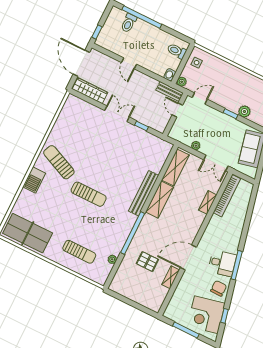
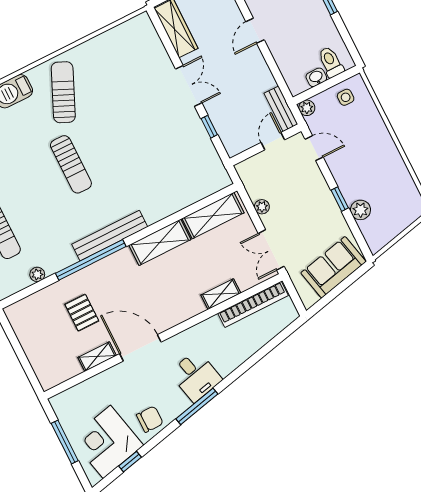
washbasin: (170, 75) -> (316, 77), moved
bench: (144, 193) -> (110, 236), moved
desk: (222, 263) -> (196, 376), moved

